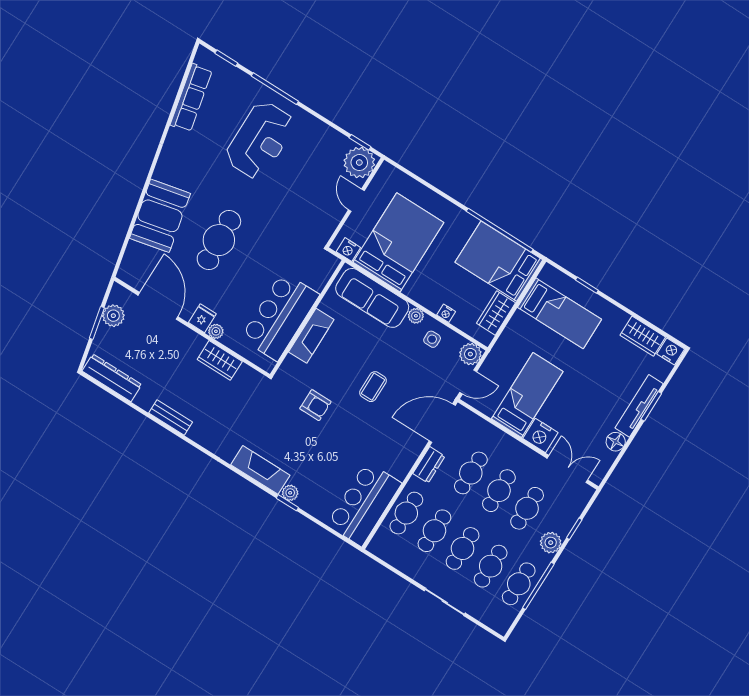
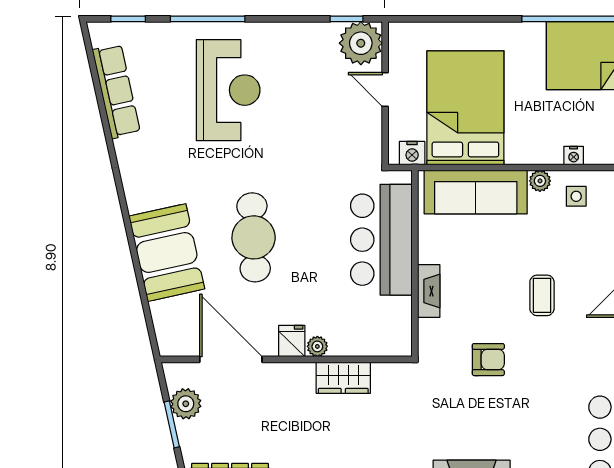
bar counter: (280, 317) -> (381, 240), moved
fireplace: (311, 336) -> (429, 291), width x0.73, depth x0.76

